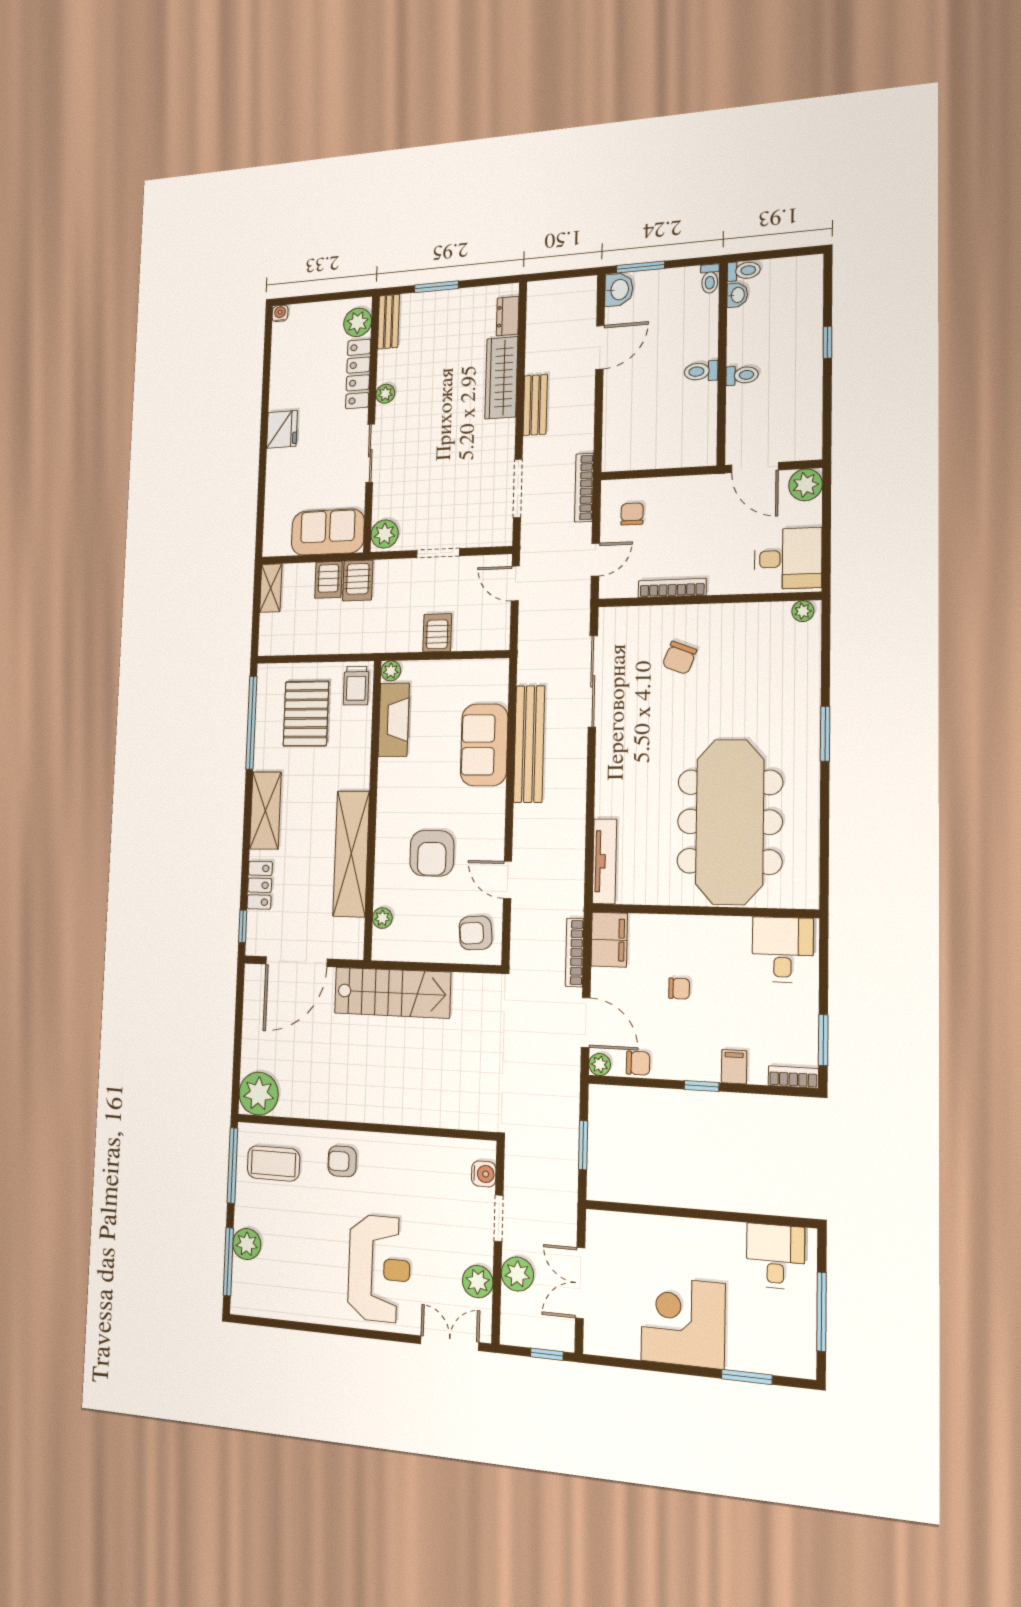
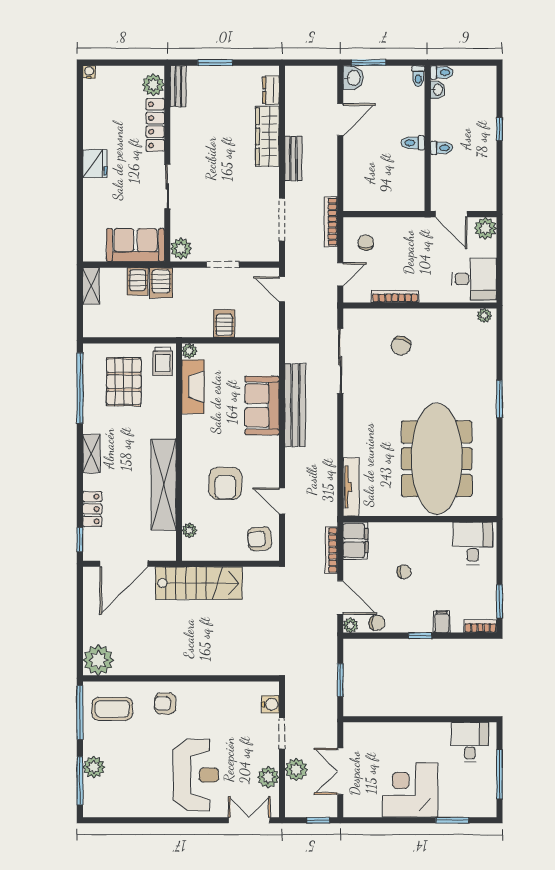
plant: (385, 394) -> (178, 142), removed
shelving: (265, 810) -> (91, 454), width x0.67, depth x0.75

